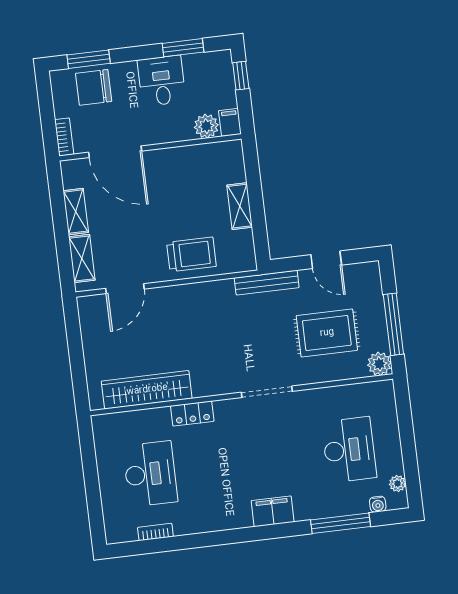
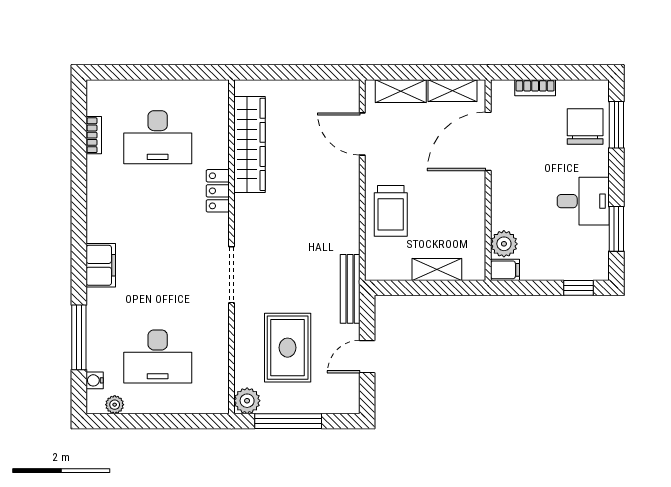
filing cabinet: (230, 122) -> (505, 270), moved
plant: (206, 126) -> (504, 244), moved
wall: (150, 147) -> (488, 180), moved
door: (115, 152) -> (488, 141), moved

